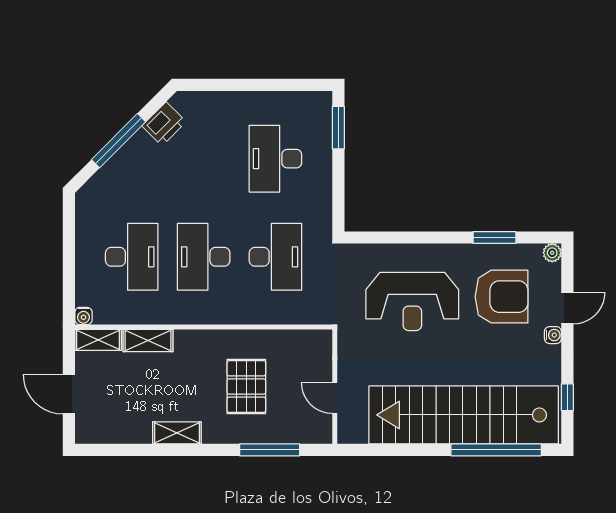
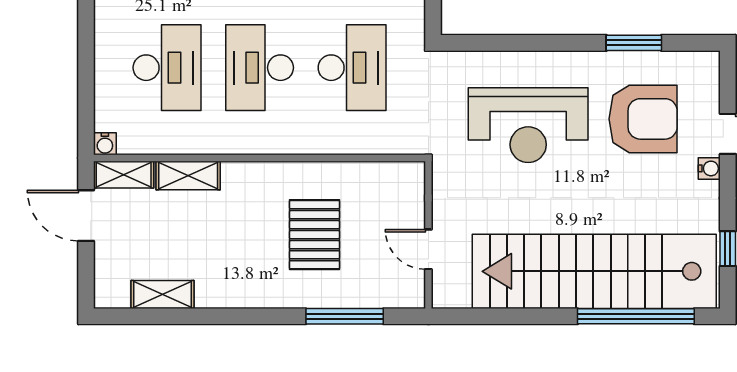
plant: (552, 253) -> (708, 63), removed
door: (69, 394) -> (86, 216), moved
shelving: (177, 433) -> (162, 294), moved

